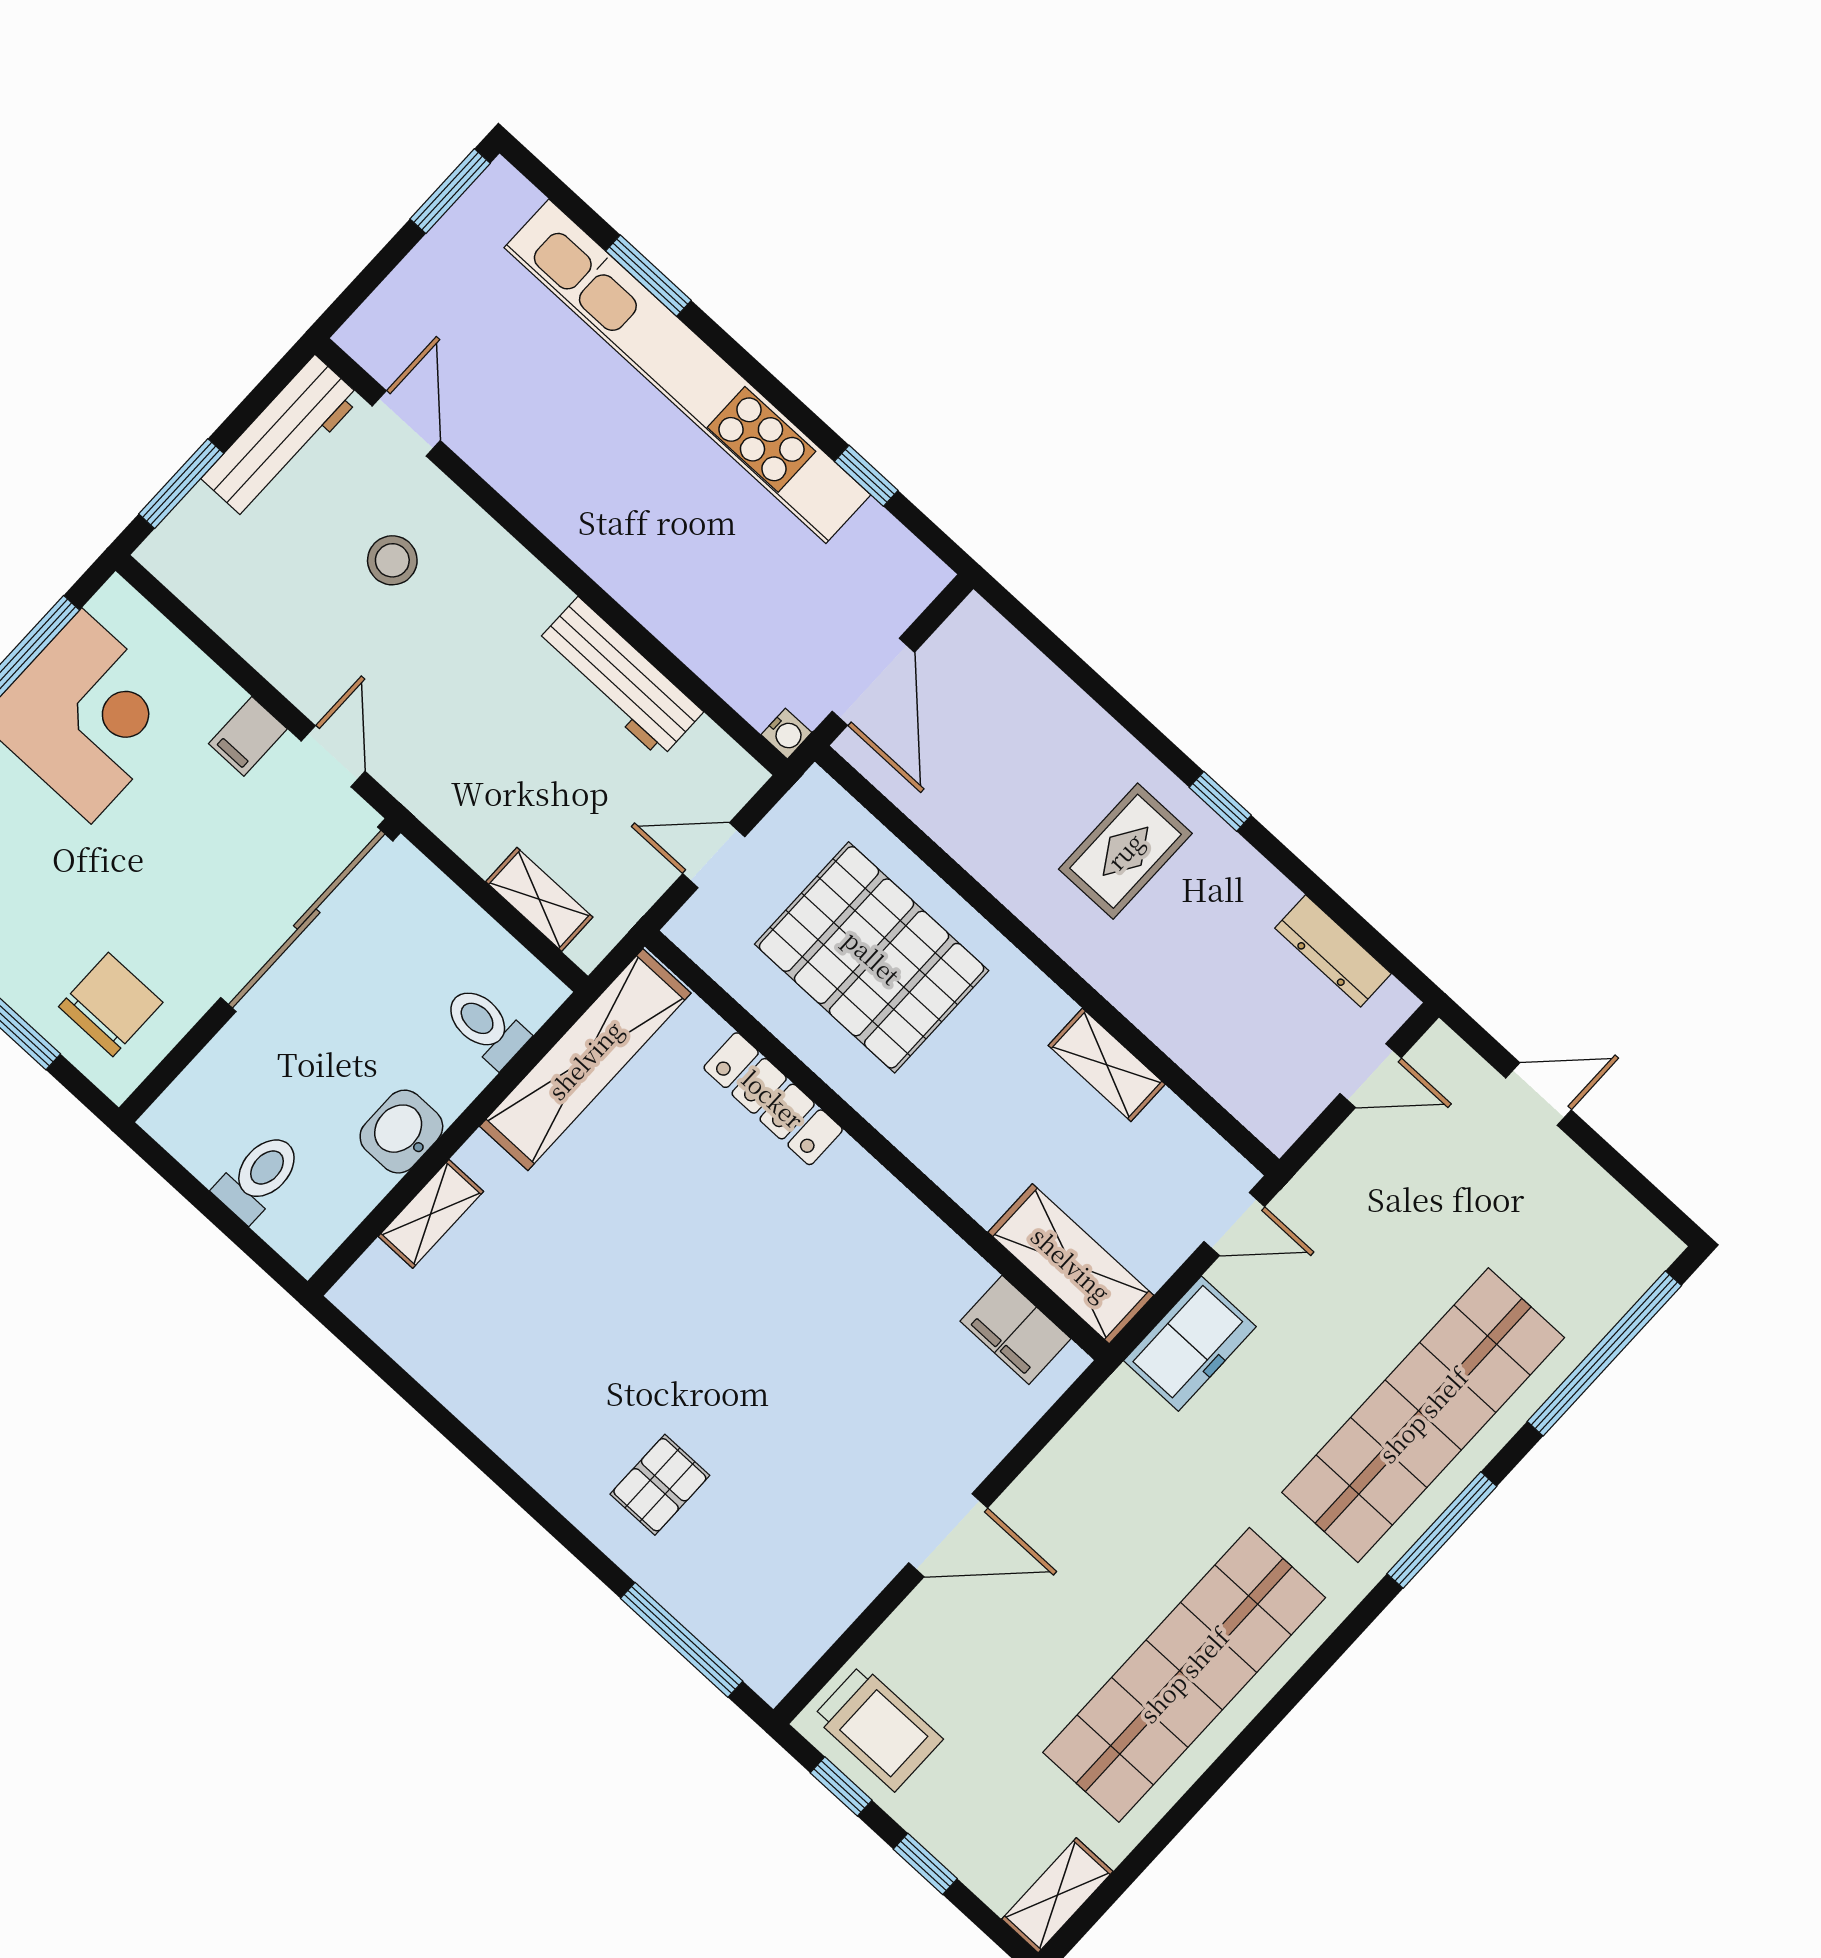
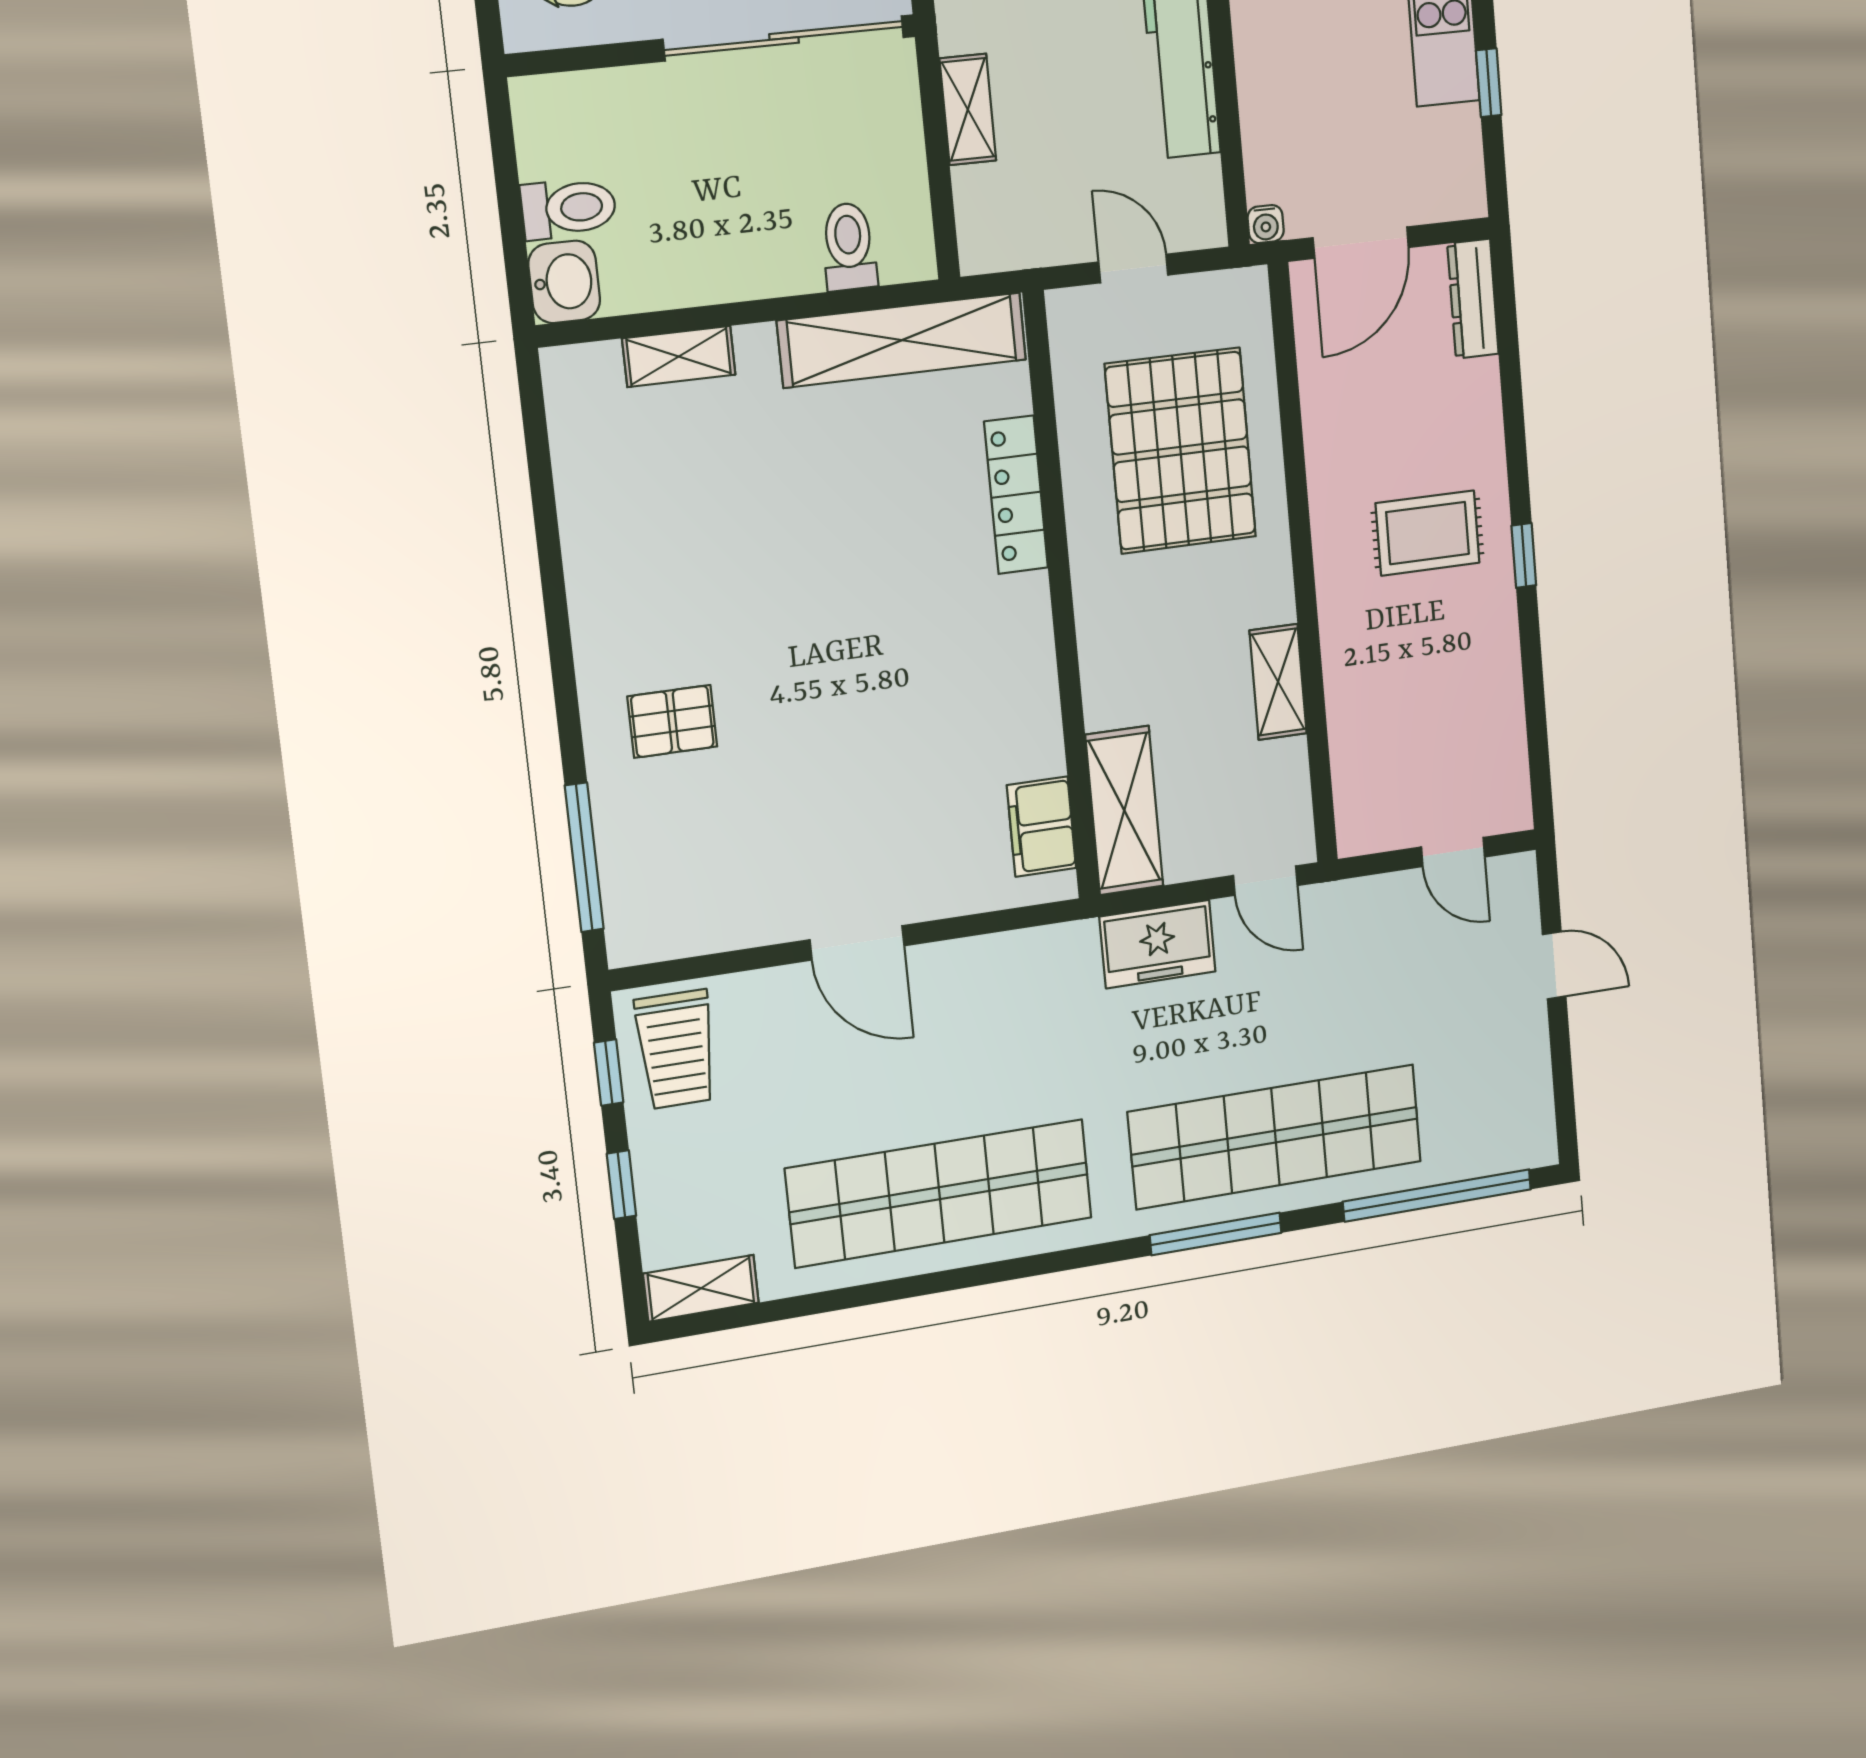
shelving: (539, 899) -> (968, 109), moved
dresser: (1333, 951) -> (1473, 299), moved
washbasin: (401, 1132) -> (564, 282), moved, turned 90

